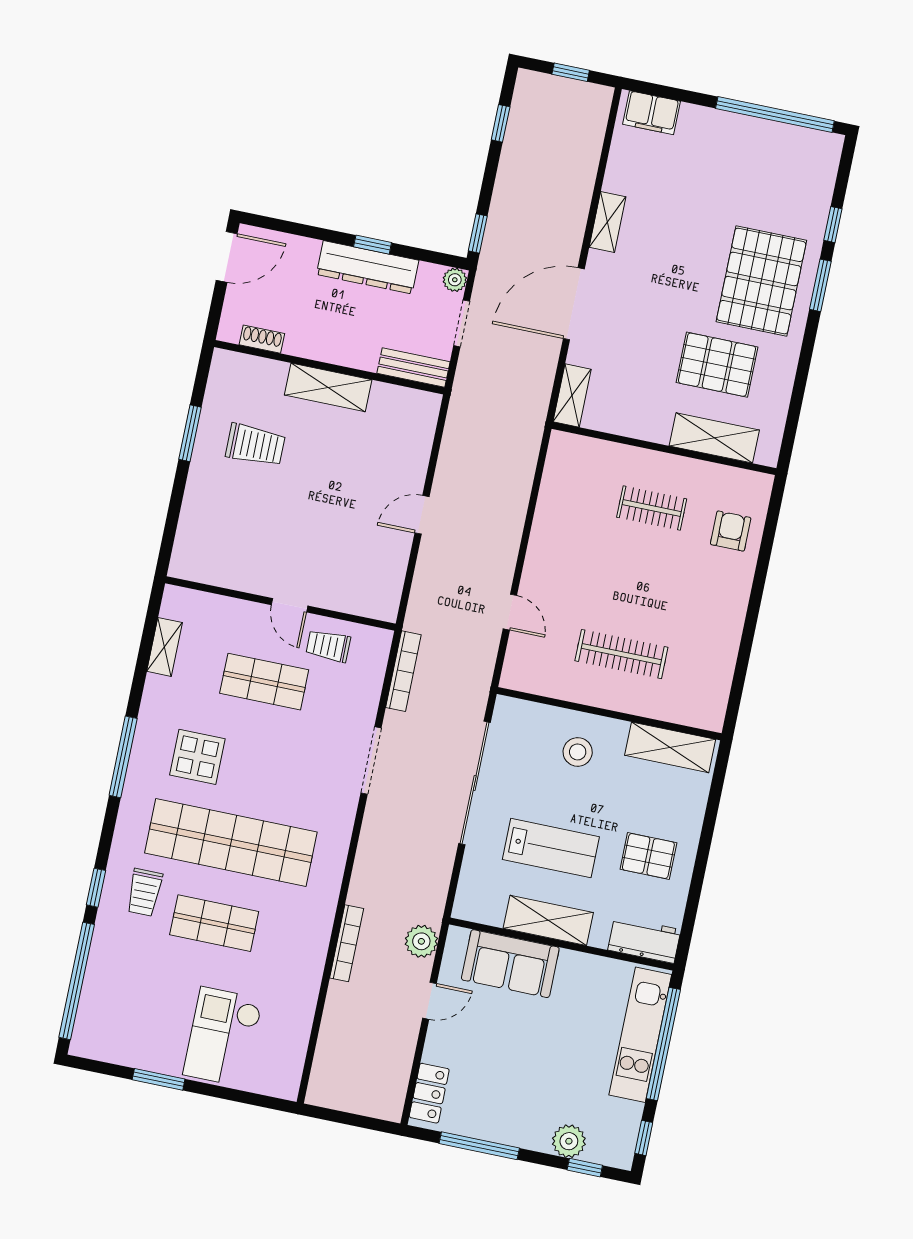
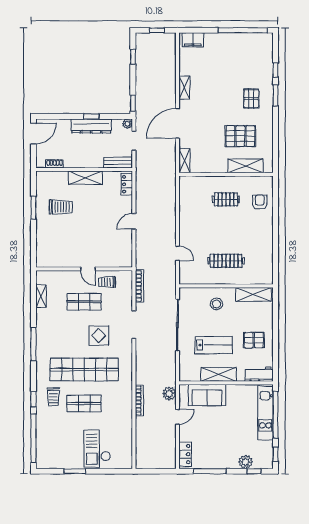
pallet: (761, 281) -> (251, 99), width x0.49, depth x0.50
locker: (424, 423) -> (127, 184), added
display table: (197, 757) -> (99, 336), moved

